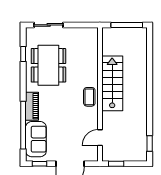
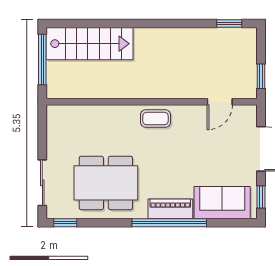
window: (23, 54) -> (65, 223), moved
stairs: (112, 83) -> (90, 44), moved, turned 180
window: (23, 125) -> (169, 223), moved
door: (100, 138) -> (220, 102), hinge flipped

